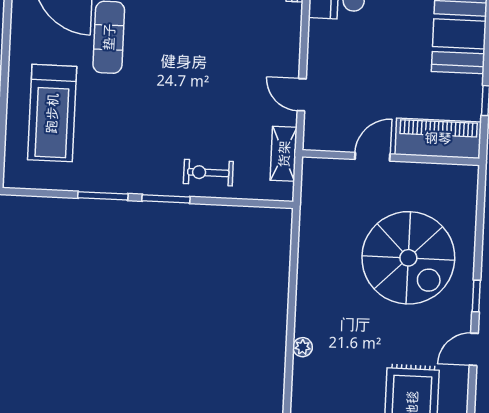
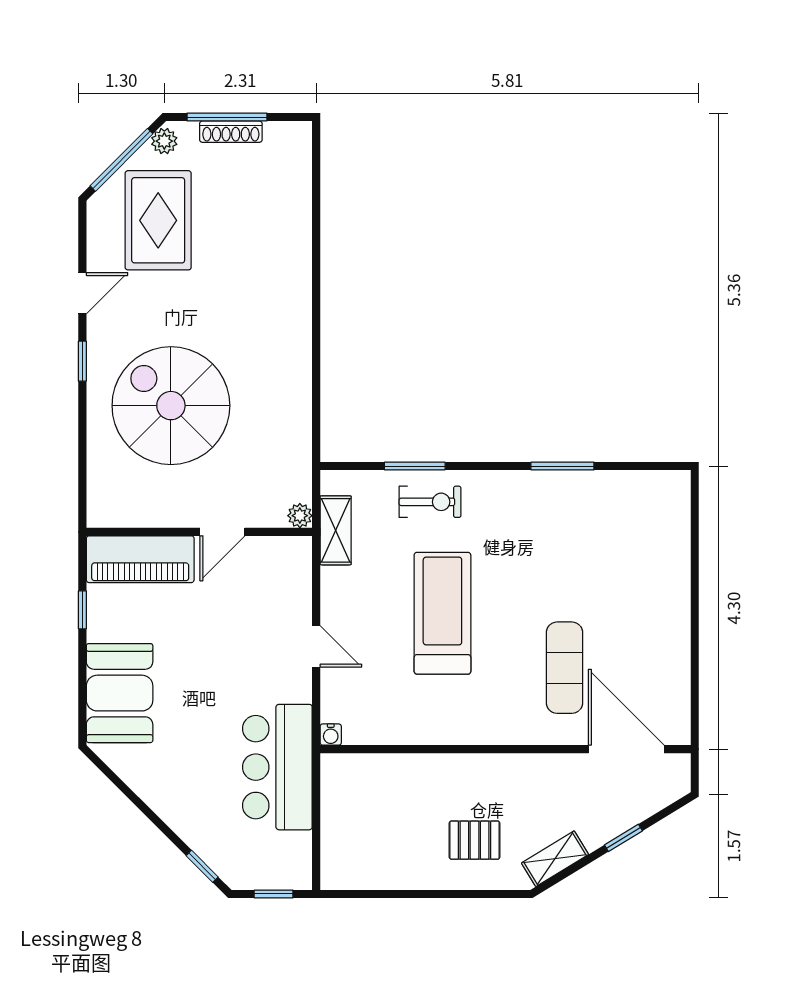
door: (302, 95) -> (316, 646), moved
treadmill: (52, 113) -> (442, 613), moved
window: (166, 199) -> (415, 466), moved
plant: (303, 347) -> (300, 516), moved

